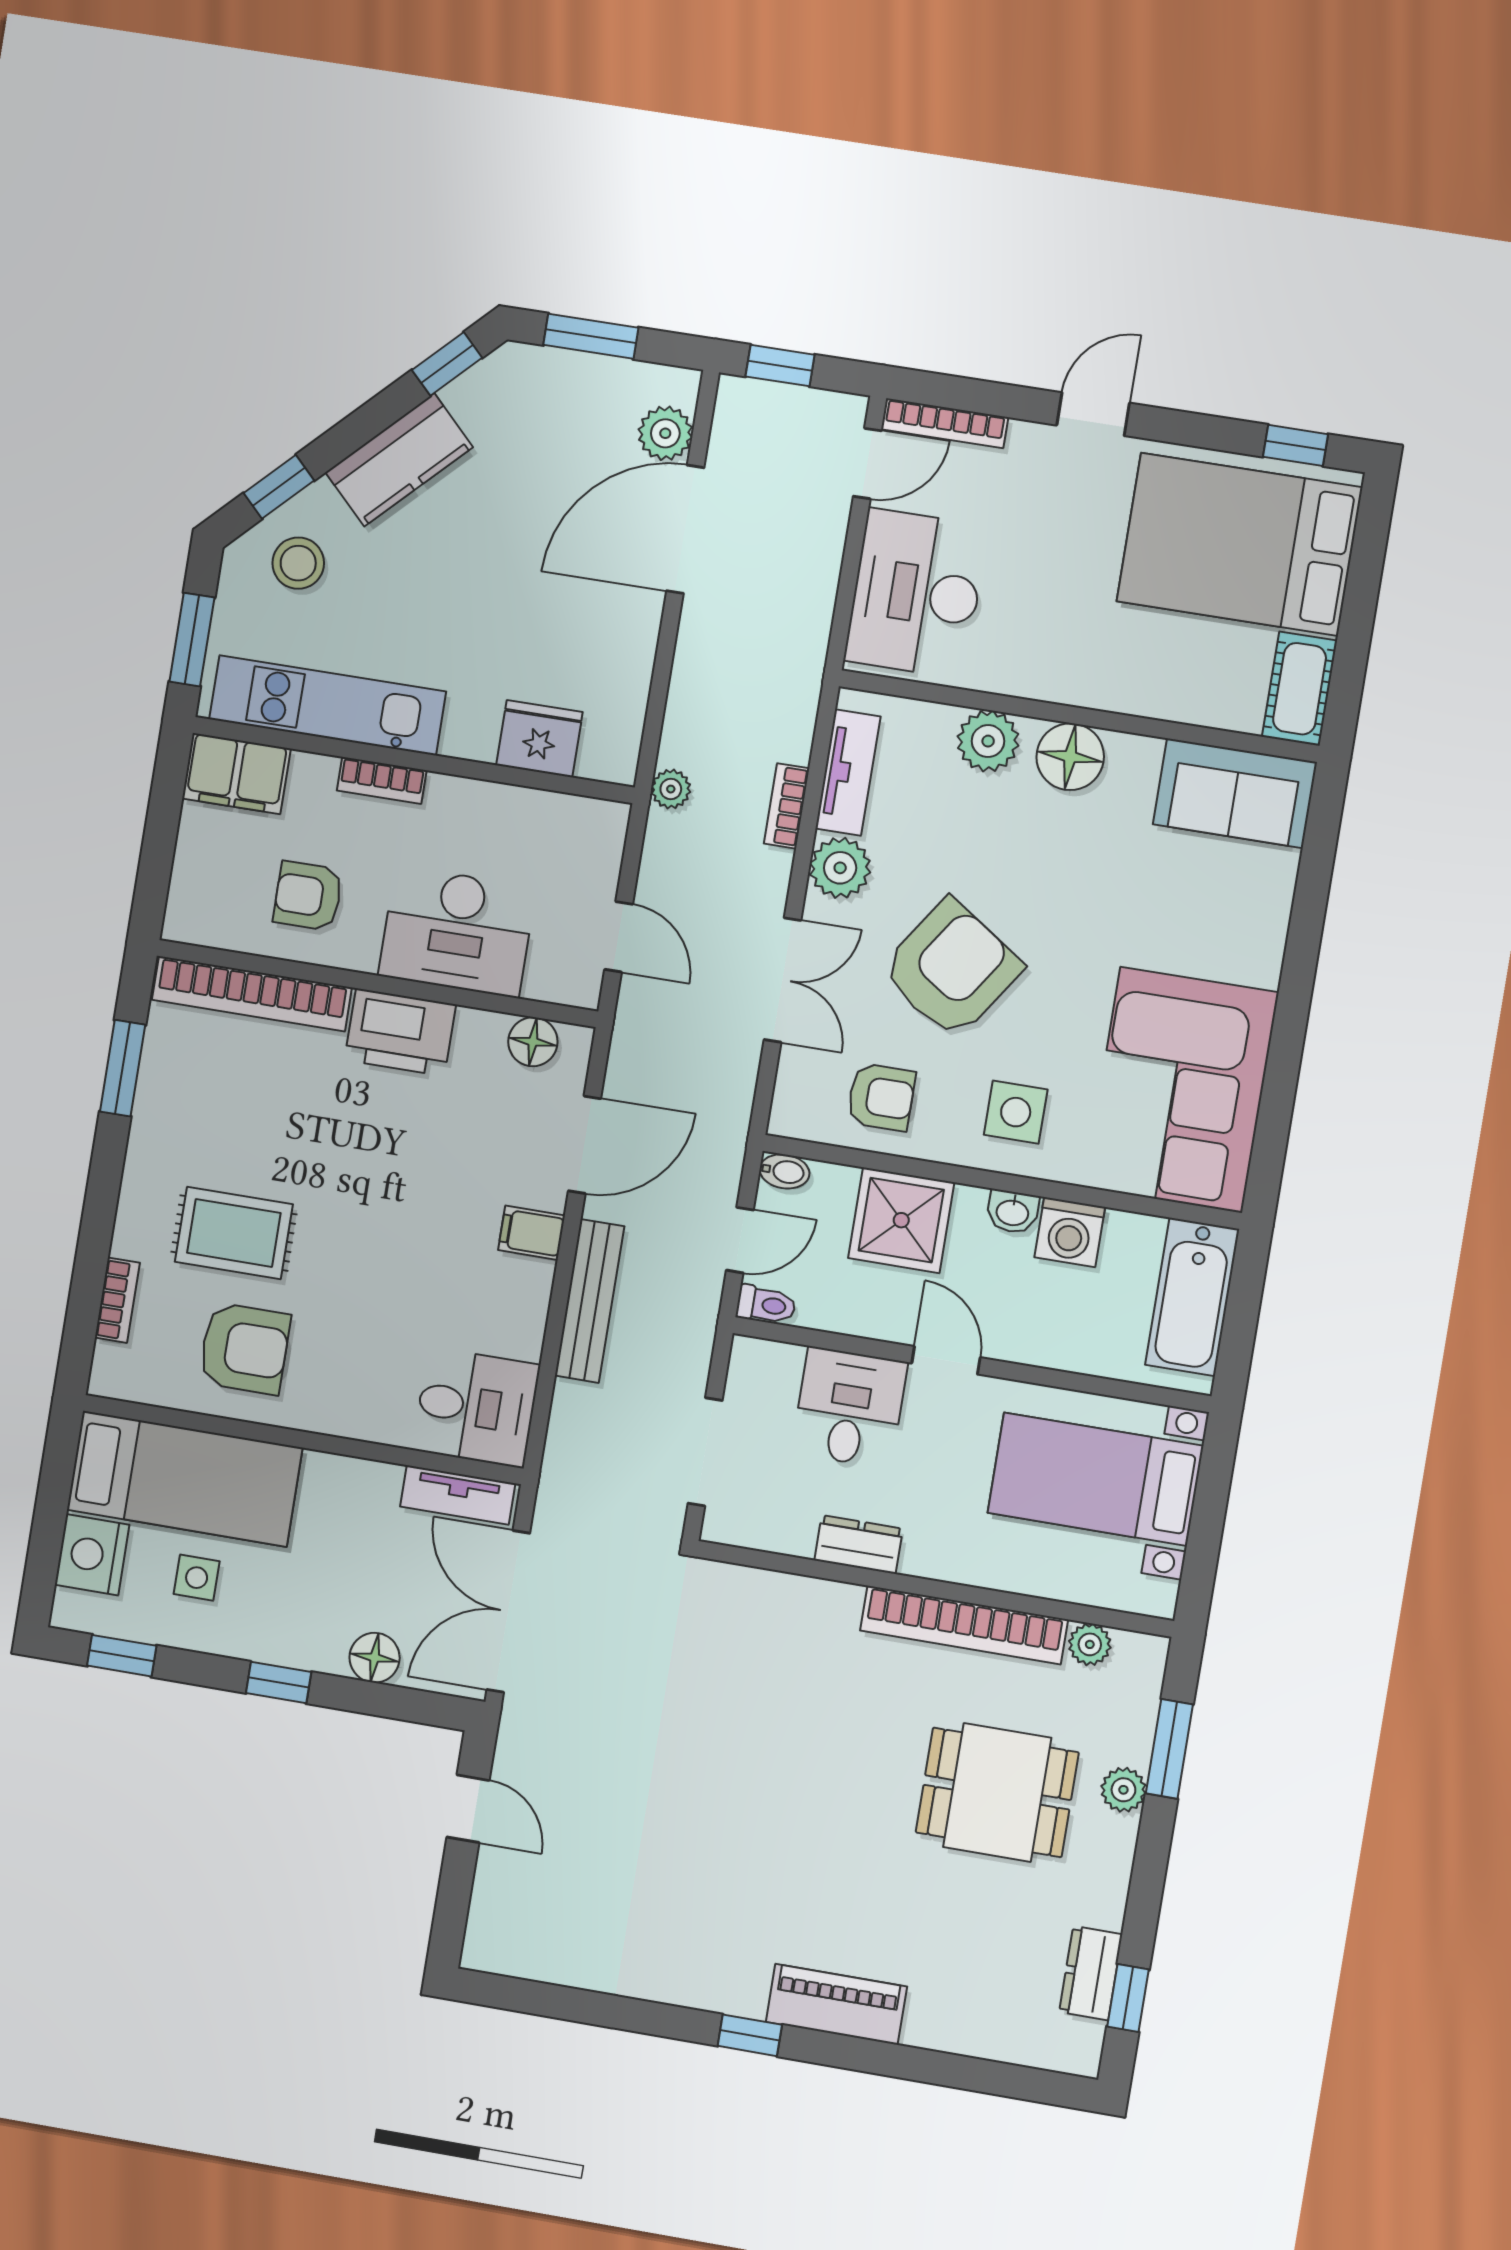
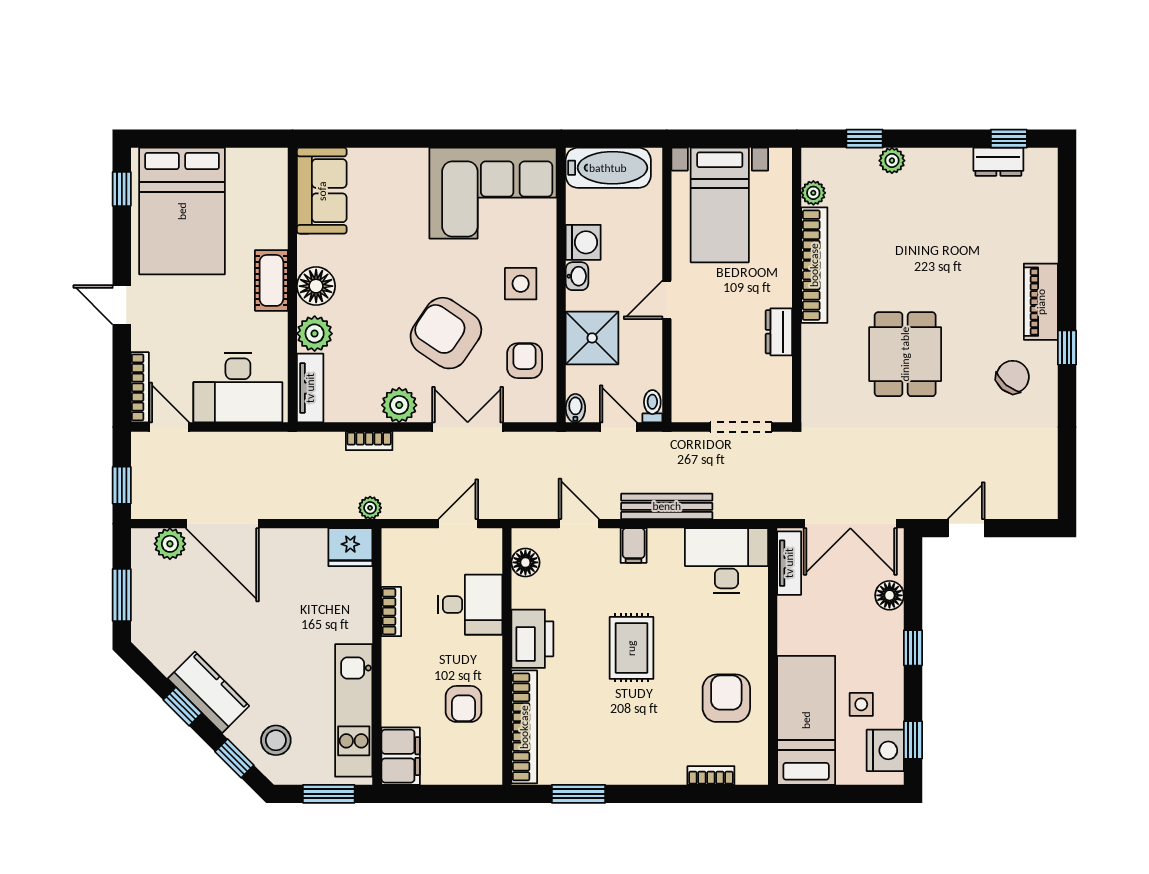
window: (447, 364) -> (183, 707), moved
cot: (1300, 689) -> (271, 280), moved, turned 90
fridge: (539, 739) -> (350, 547), moved, turned -90
tv unit: (848, 773) -> (310, 388), moved, turned 90
bookcase: (382, 780) -> (391, 612), moved
desk: (457, 931) -> (470, 605), width x0.73
door: (585, 1145) -> (579, 524), width x0.73
rug: (234, 1233) -> (631, 648), moved
desk: (476, 1407) -> (726, 561), width x1.37
desk: (849, 1408) -> (703, 350), removed
nightstand: (92, 1555) -> (885, 750), moved, turned -90
window: (1169, 1749) -> (865, 139), width x0.67
dining table: (997, 1792) -> (905, 354), moved
chair: (715, 1933) -> (1013, 377), added

